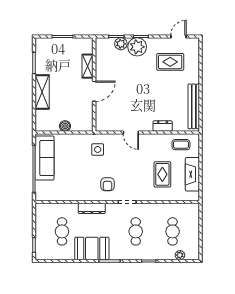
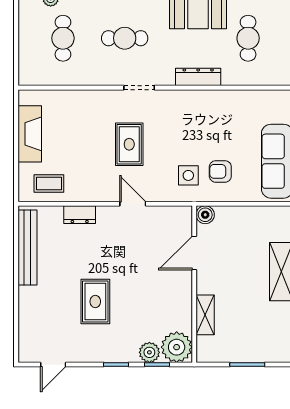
plant: (137, 47) -> (177, 347), moved
rug: (170, 62) -> (95, 301), moved, turned 90
door: (94, 91) -> (194, 253), moved
boiler: (65, 126) -> (205, 215), moved
rug: (162, 174) -> (129, 144), moved
armchair: (107, 184) -> (220, 171), moved, turned -90
cafe table: (136, 231) -> (125, 38), turned 90

